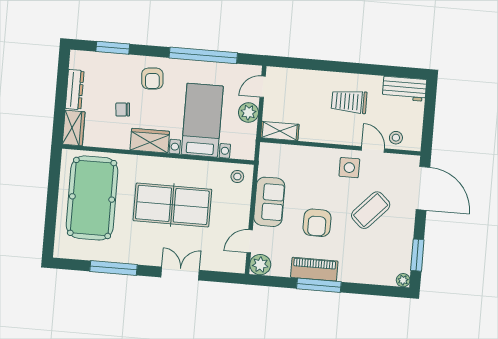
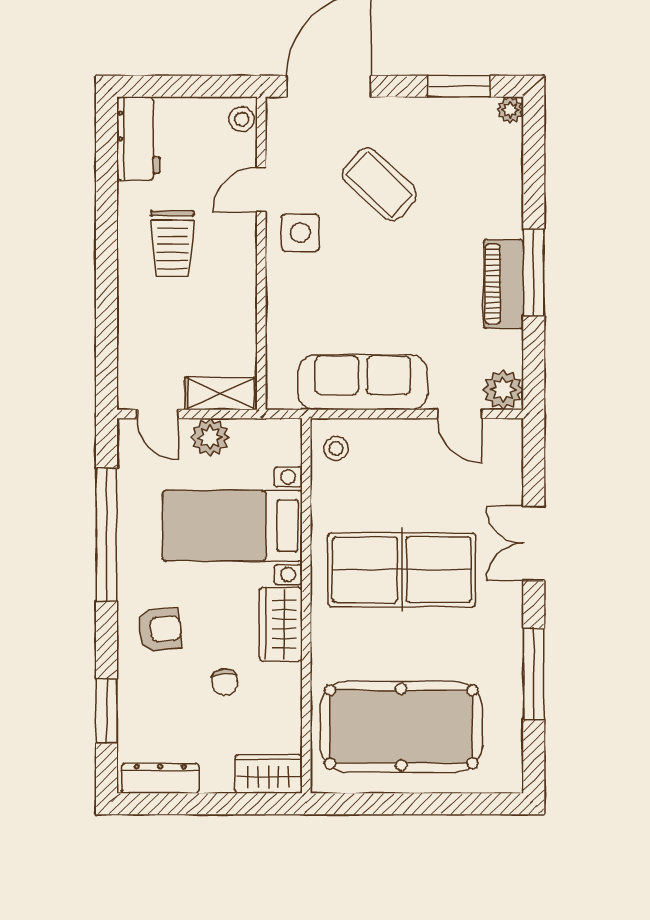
dresser: (75, 90) -> (160, 778), moved
shelving: (280, 131) -> (221, 394), moved, turned 90
stool: (396, 138) -> (242, 119), moved
sofa: (269, 202) -> (363, 382), width x1.36
table tennis table: (172, 205) -> (402, 570), turned 90
armchair: (317, 223) -> (413, 286), removed

